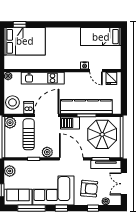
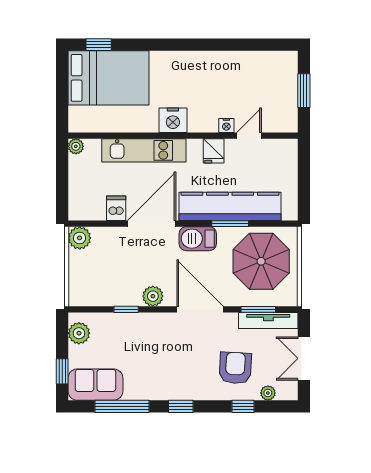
bed: (101, 37) -> (258, 69), removed
window: (124, 48) -> (304, 91), added
nightstand: (57, 63) -> (173, 120), added
door: (96, 71) -> (249, 136), swing flipped
fridge: (111, 78) -> (214, 151), moved
stool: (12, 102) -> (84, 198), removed
sun lounger: (29, 134) -> (116, 261), removed
armchair: (89, 189) -> (235, 368), turned -92
corner sofa: (53, 190) -> (165, 372), removed

